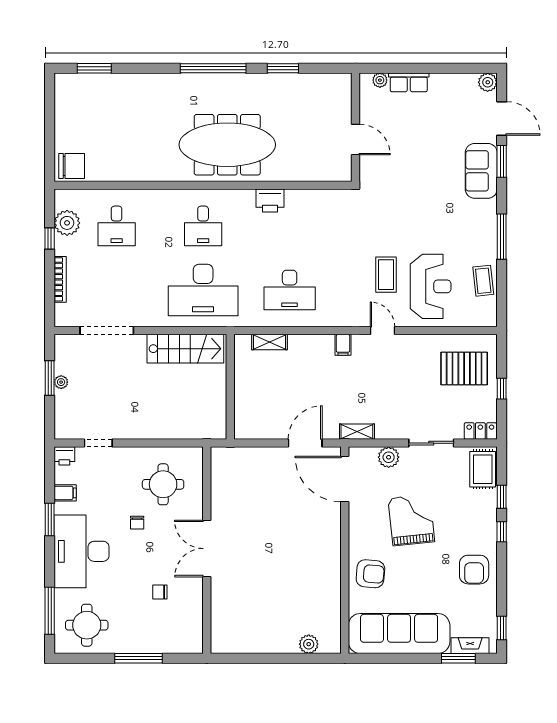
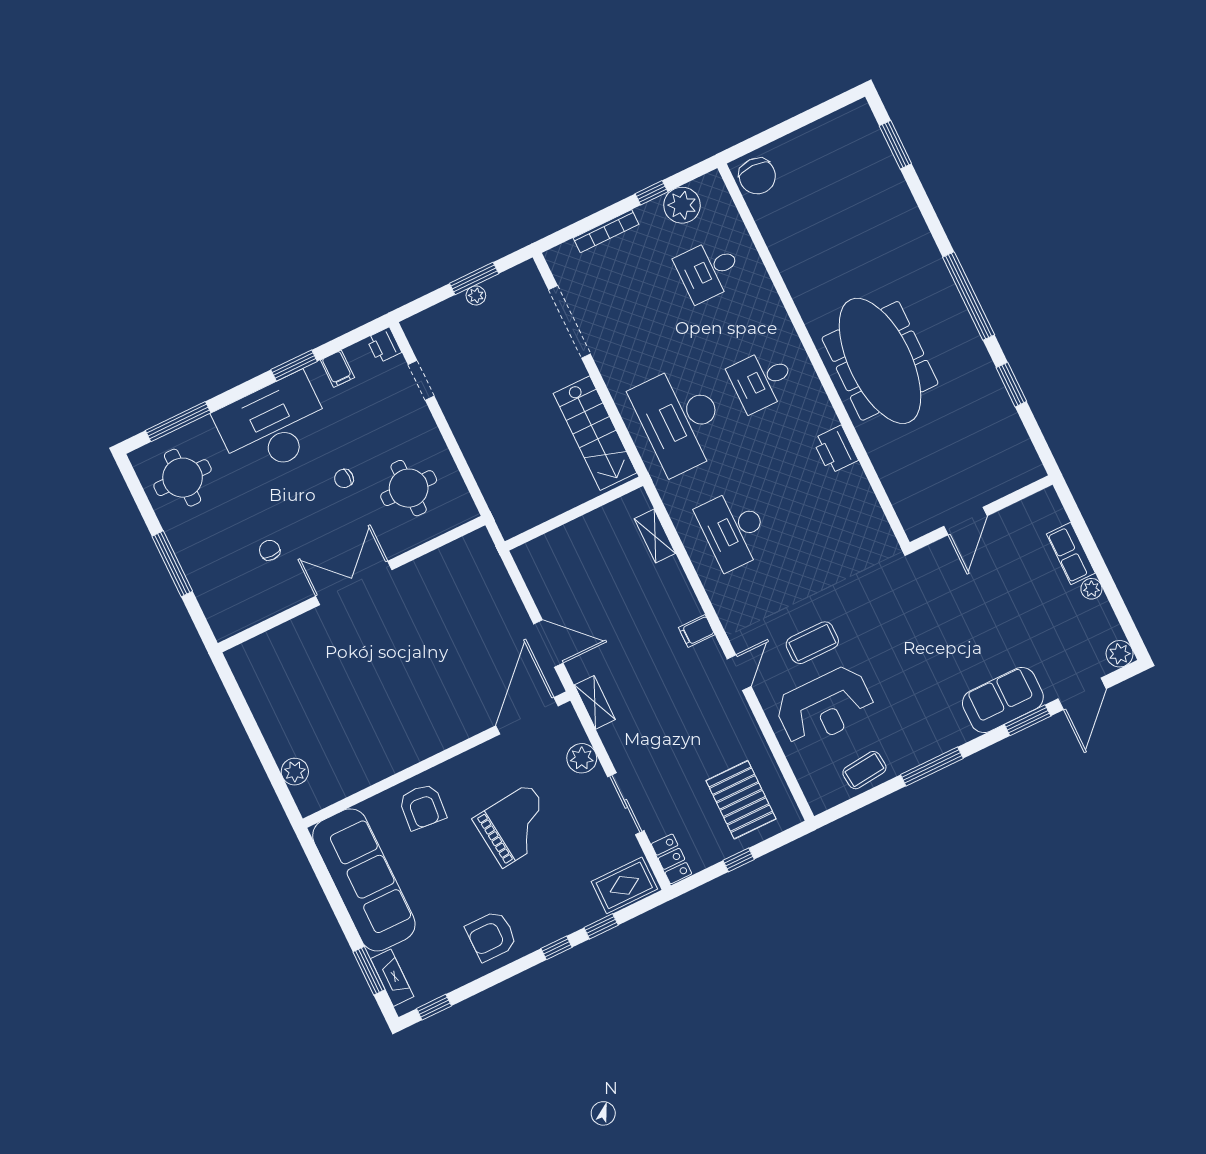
plant: (380, 80) -> (1091, 589), moved

